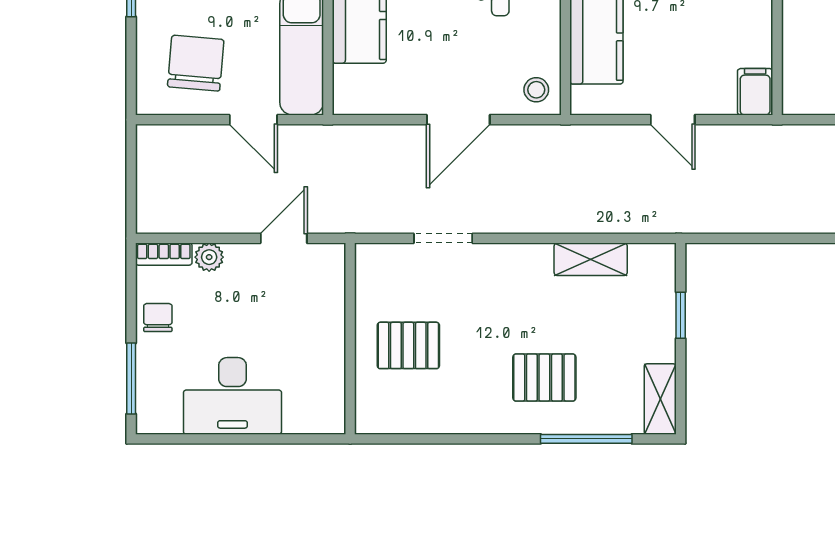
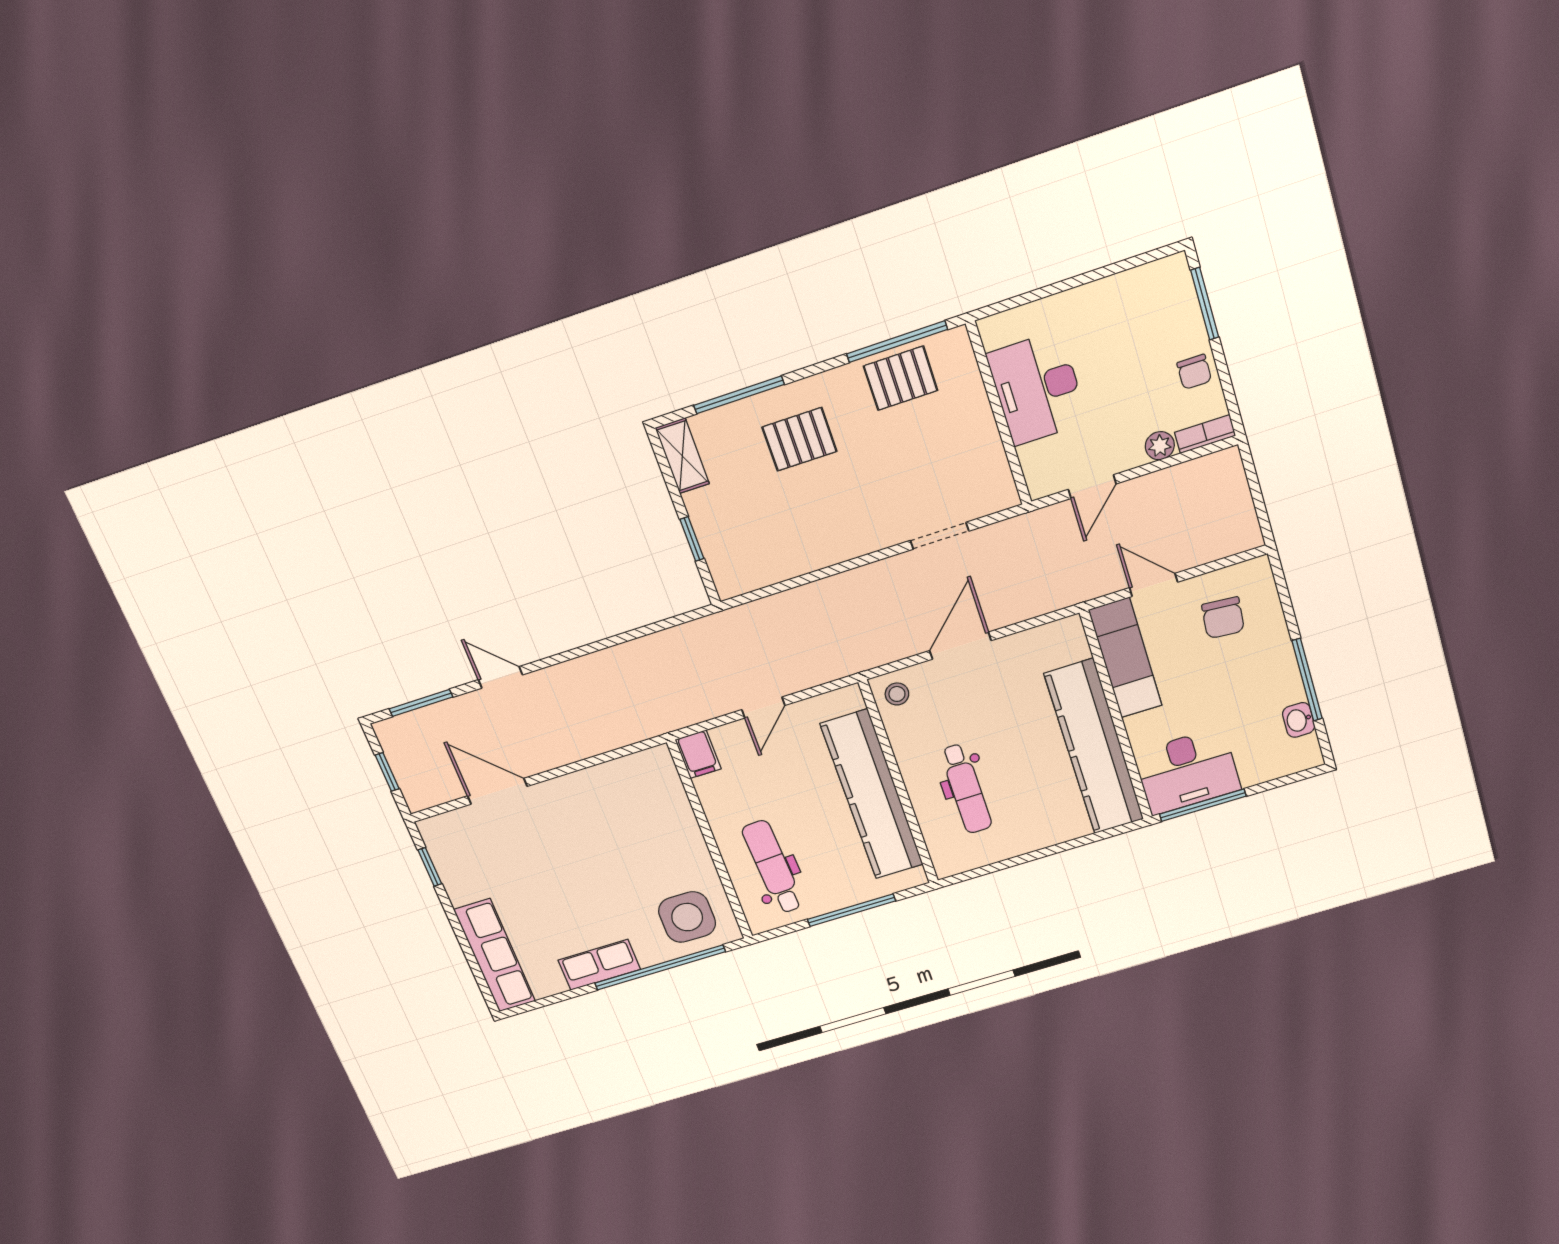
chair: (196, 63) -> (1223, 618), width x0.73, depth x0.73
door: (673, 120) -> (763, 708), swing flipped
shelving: (591, 259) -> (794, 562), removed
pallet: (408, 345) -> (901, 378), moved
desk: (232, 396) -> (1037, 388), moved, turned -90
window: (423, 439) -> (897, 342), added

